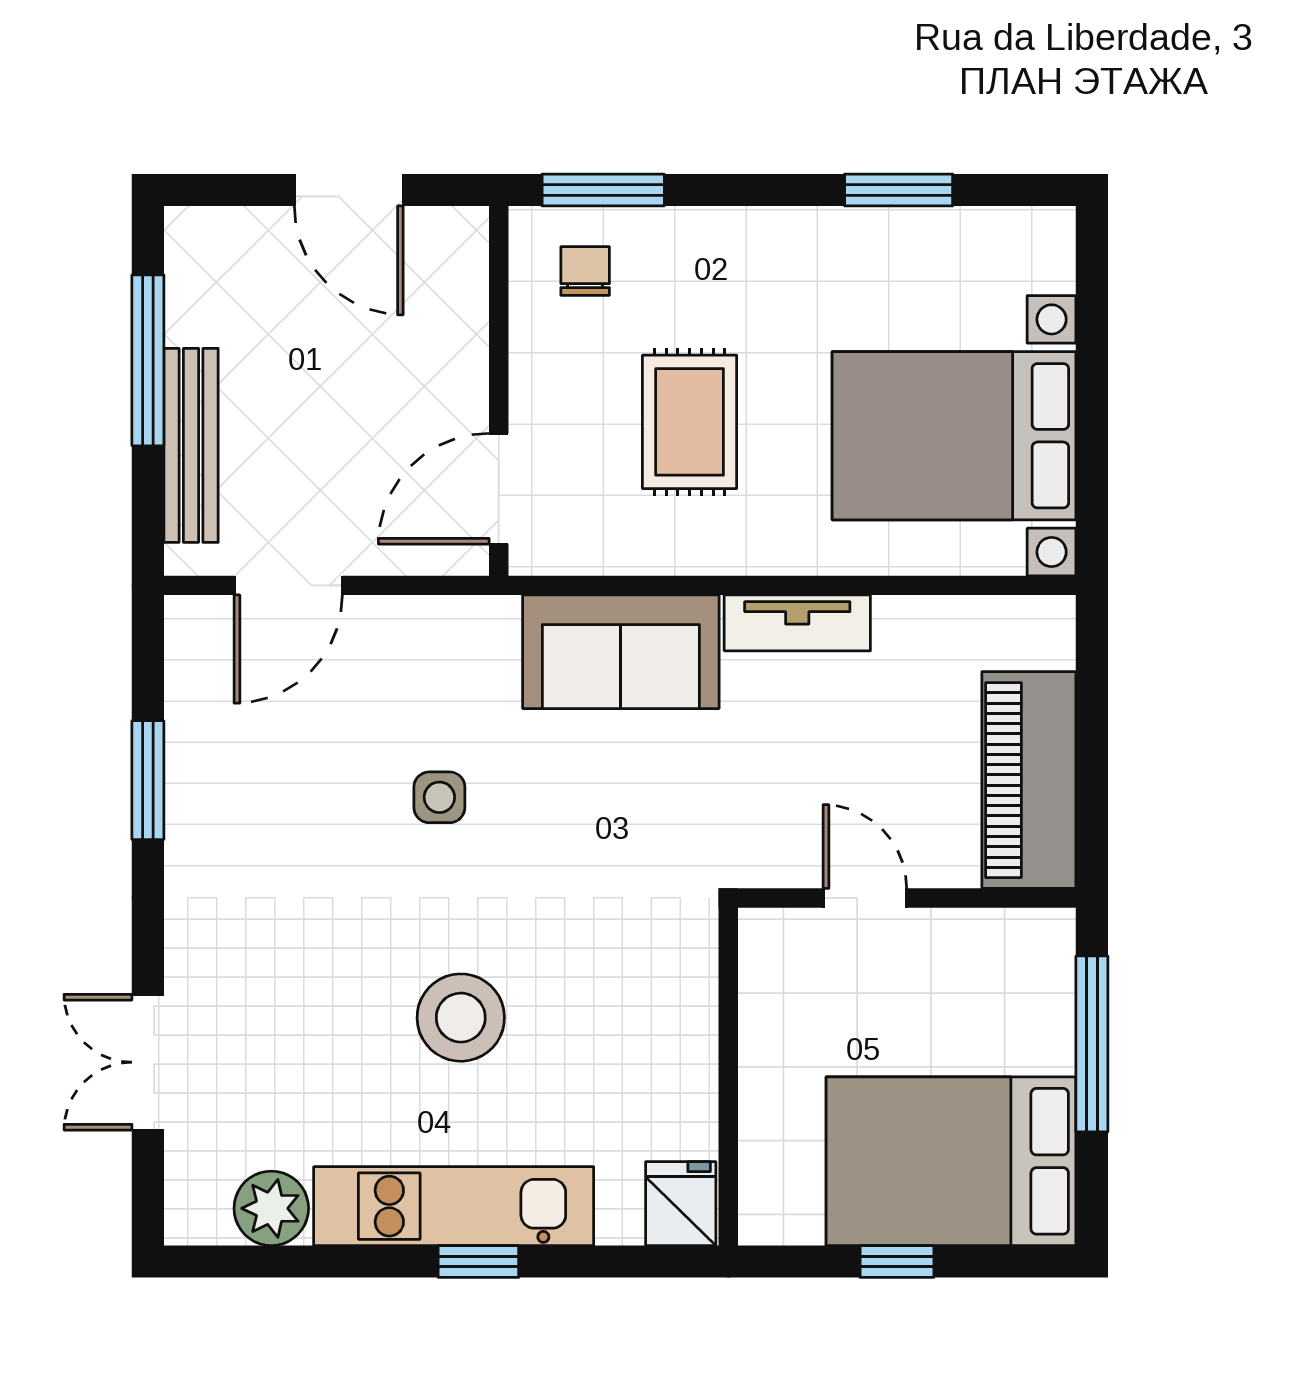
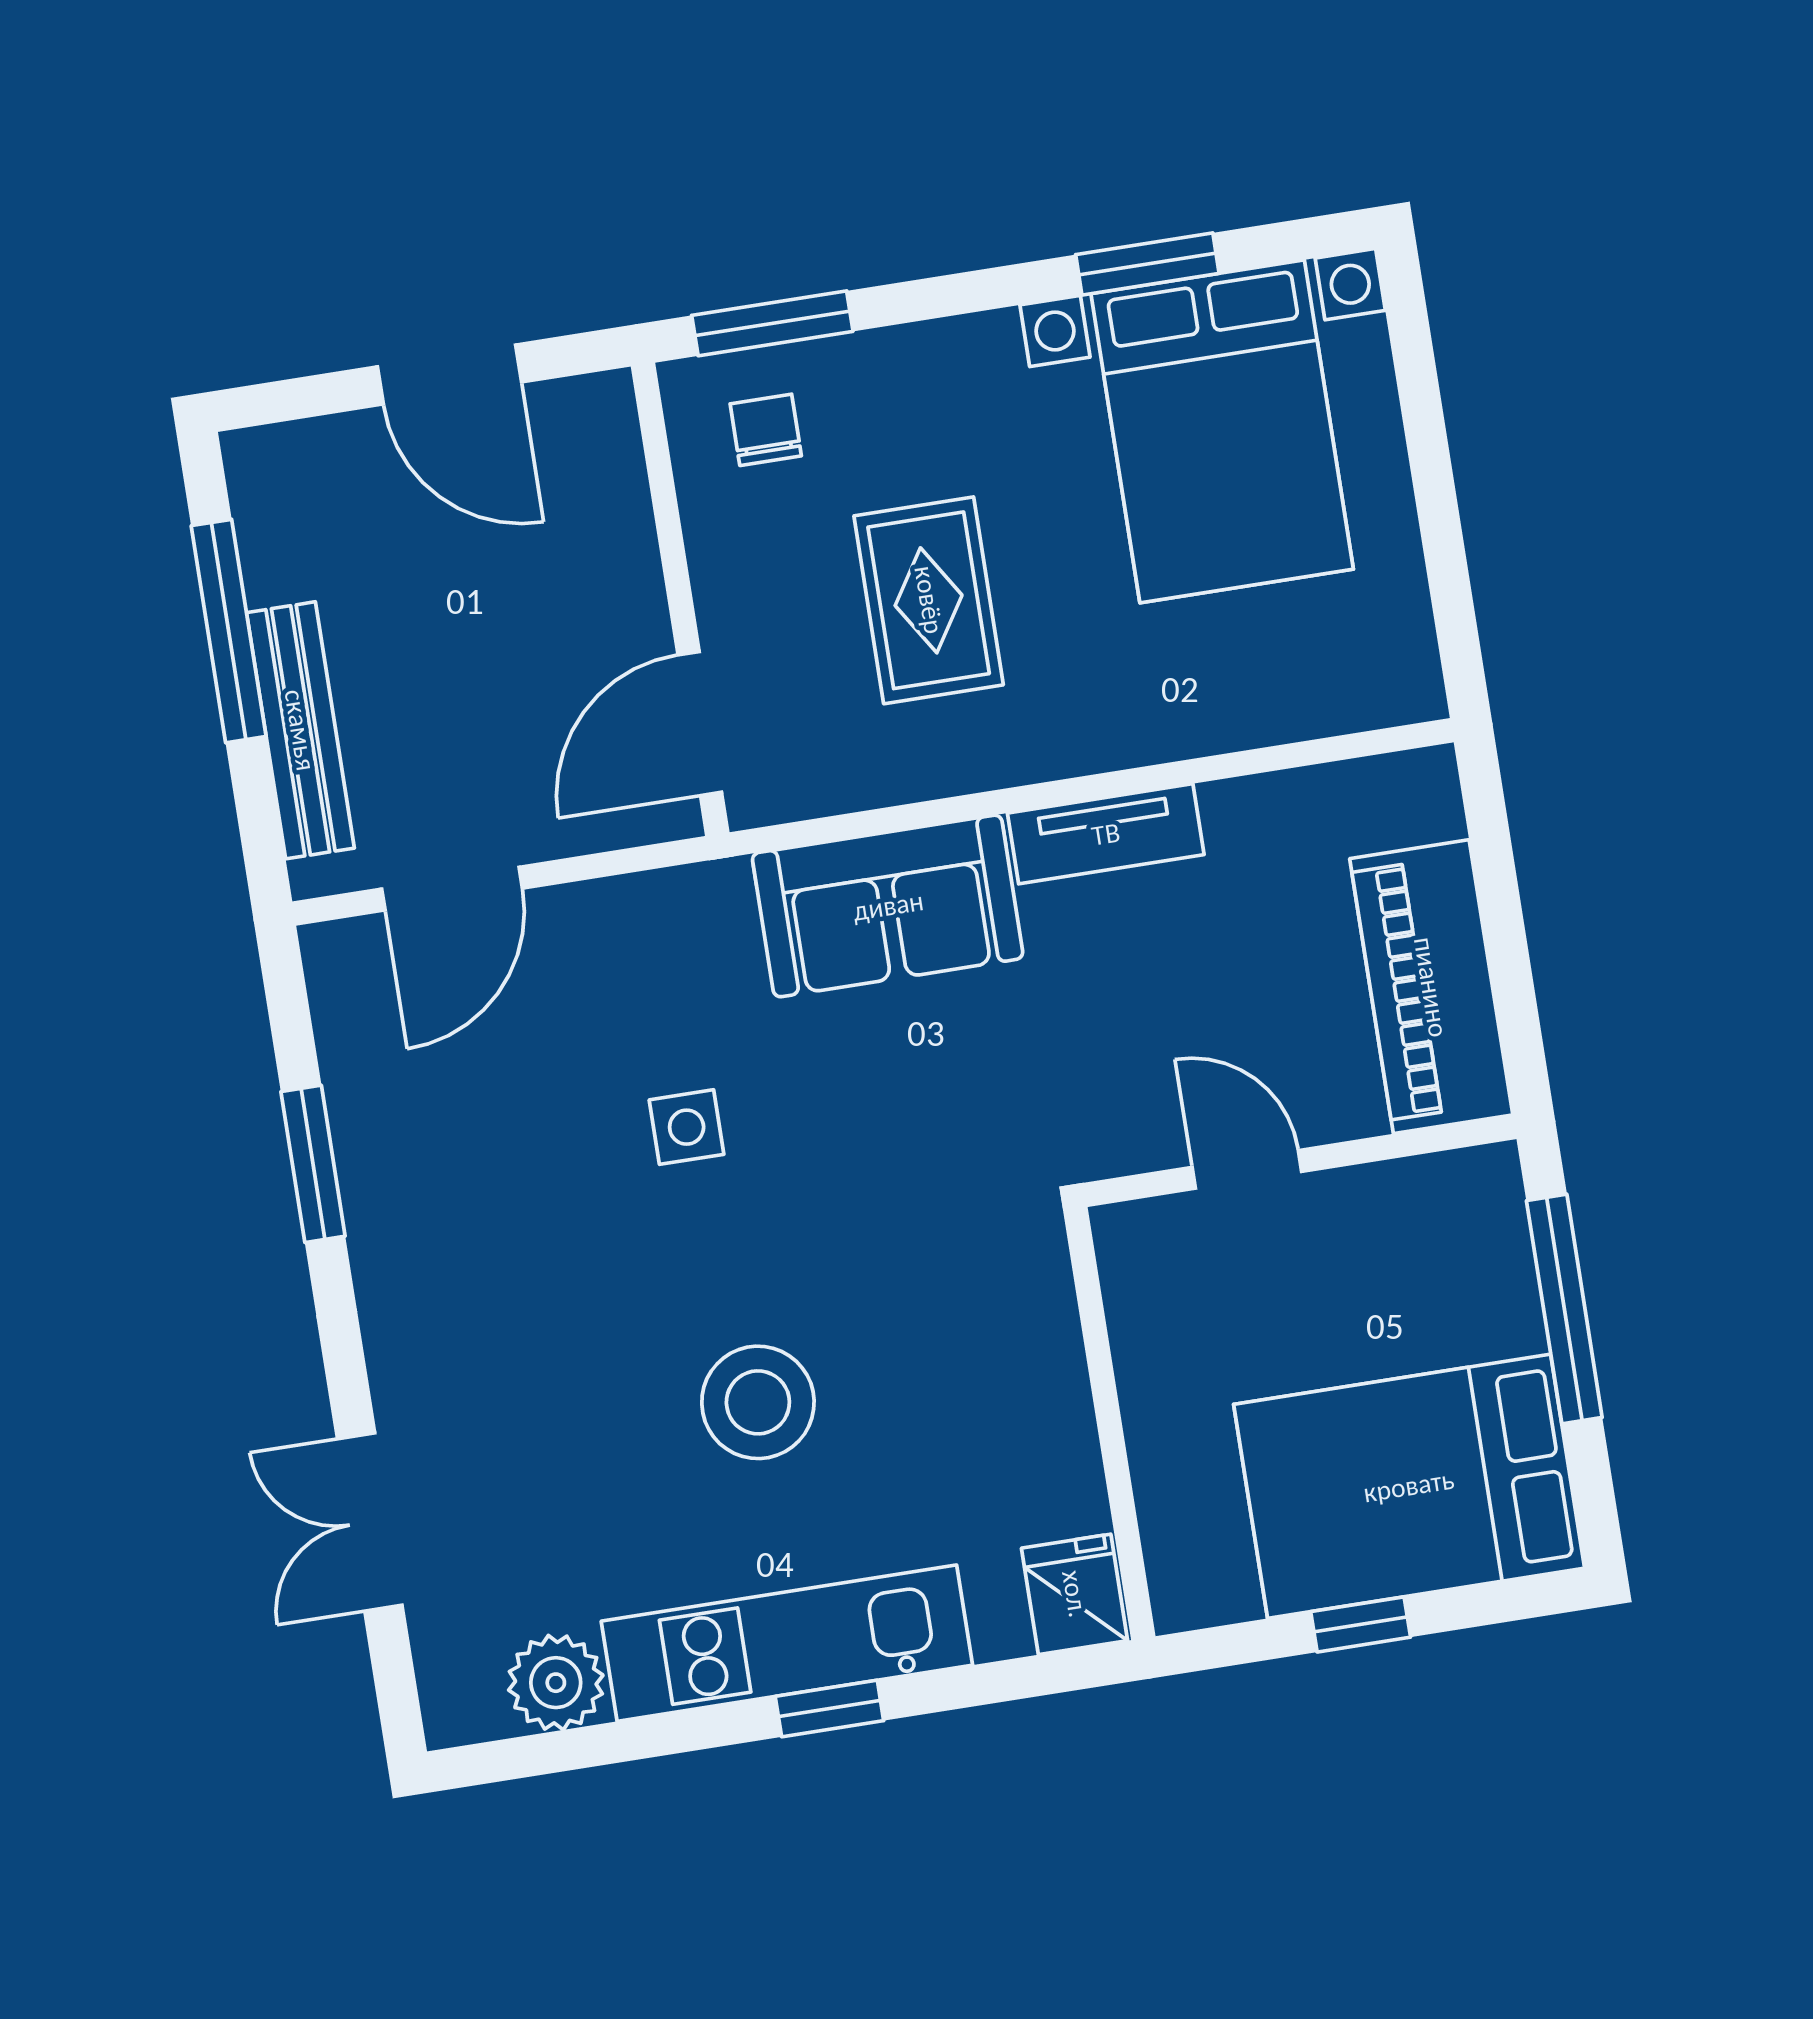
bed with nightstands: (954, 436) -> (1222, 431), moved, turned -90

